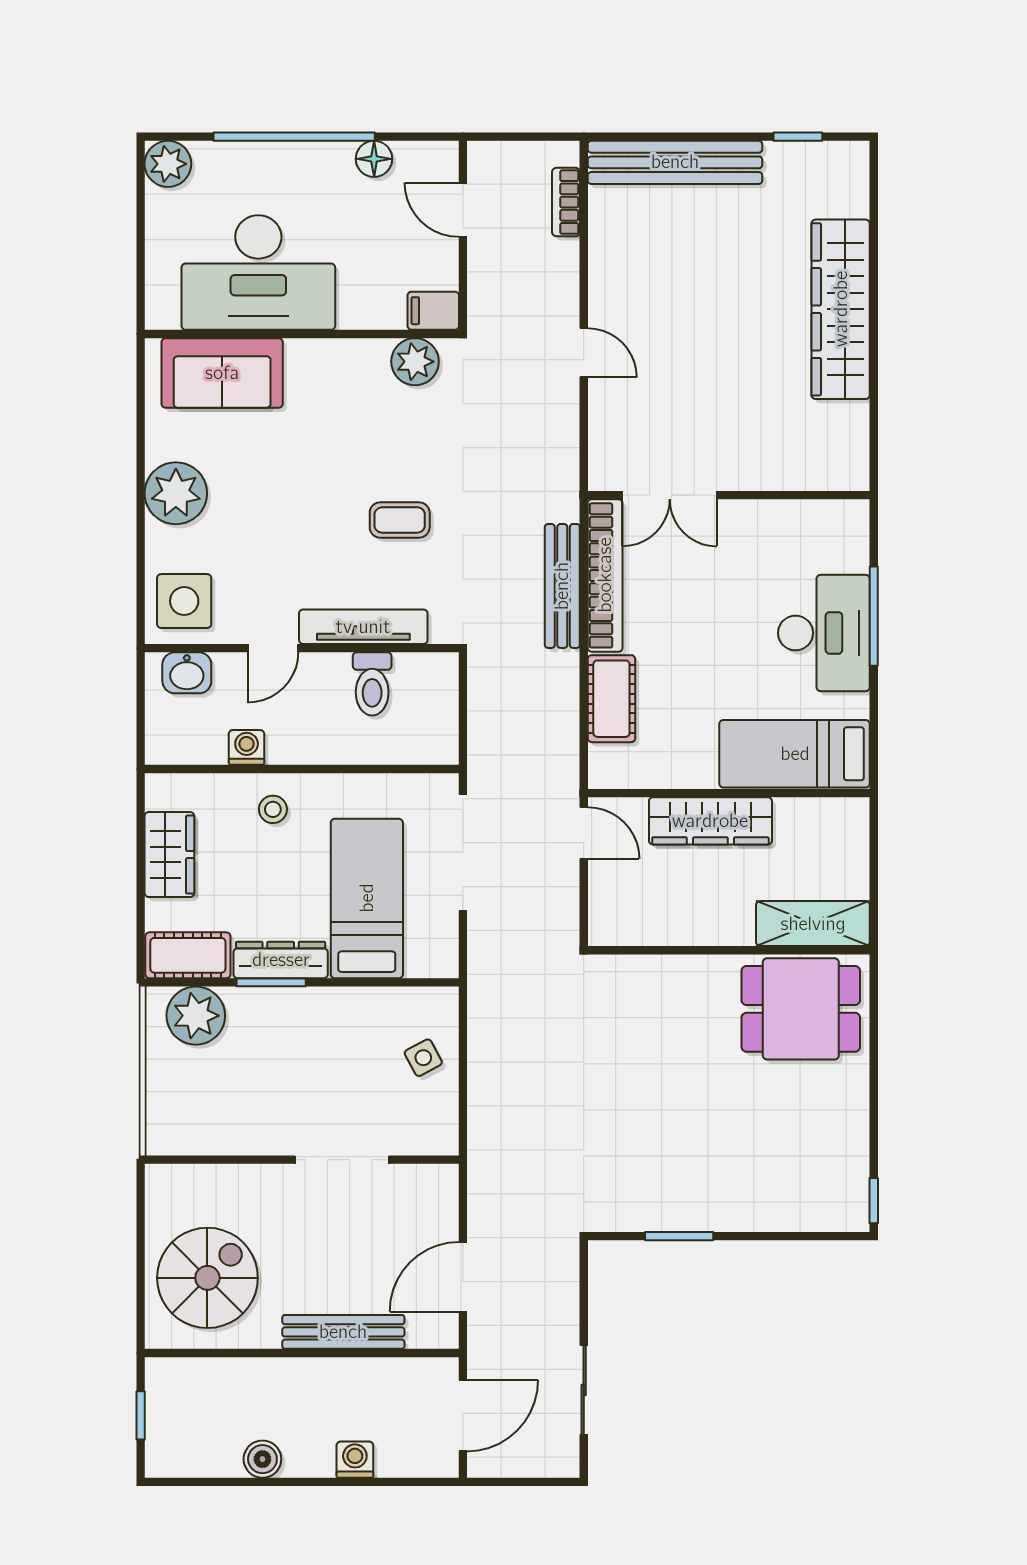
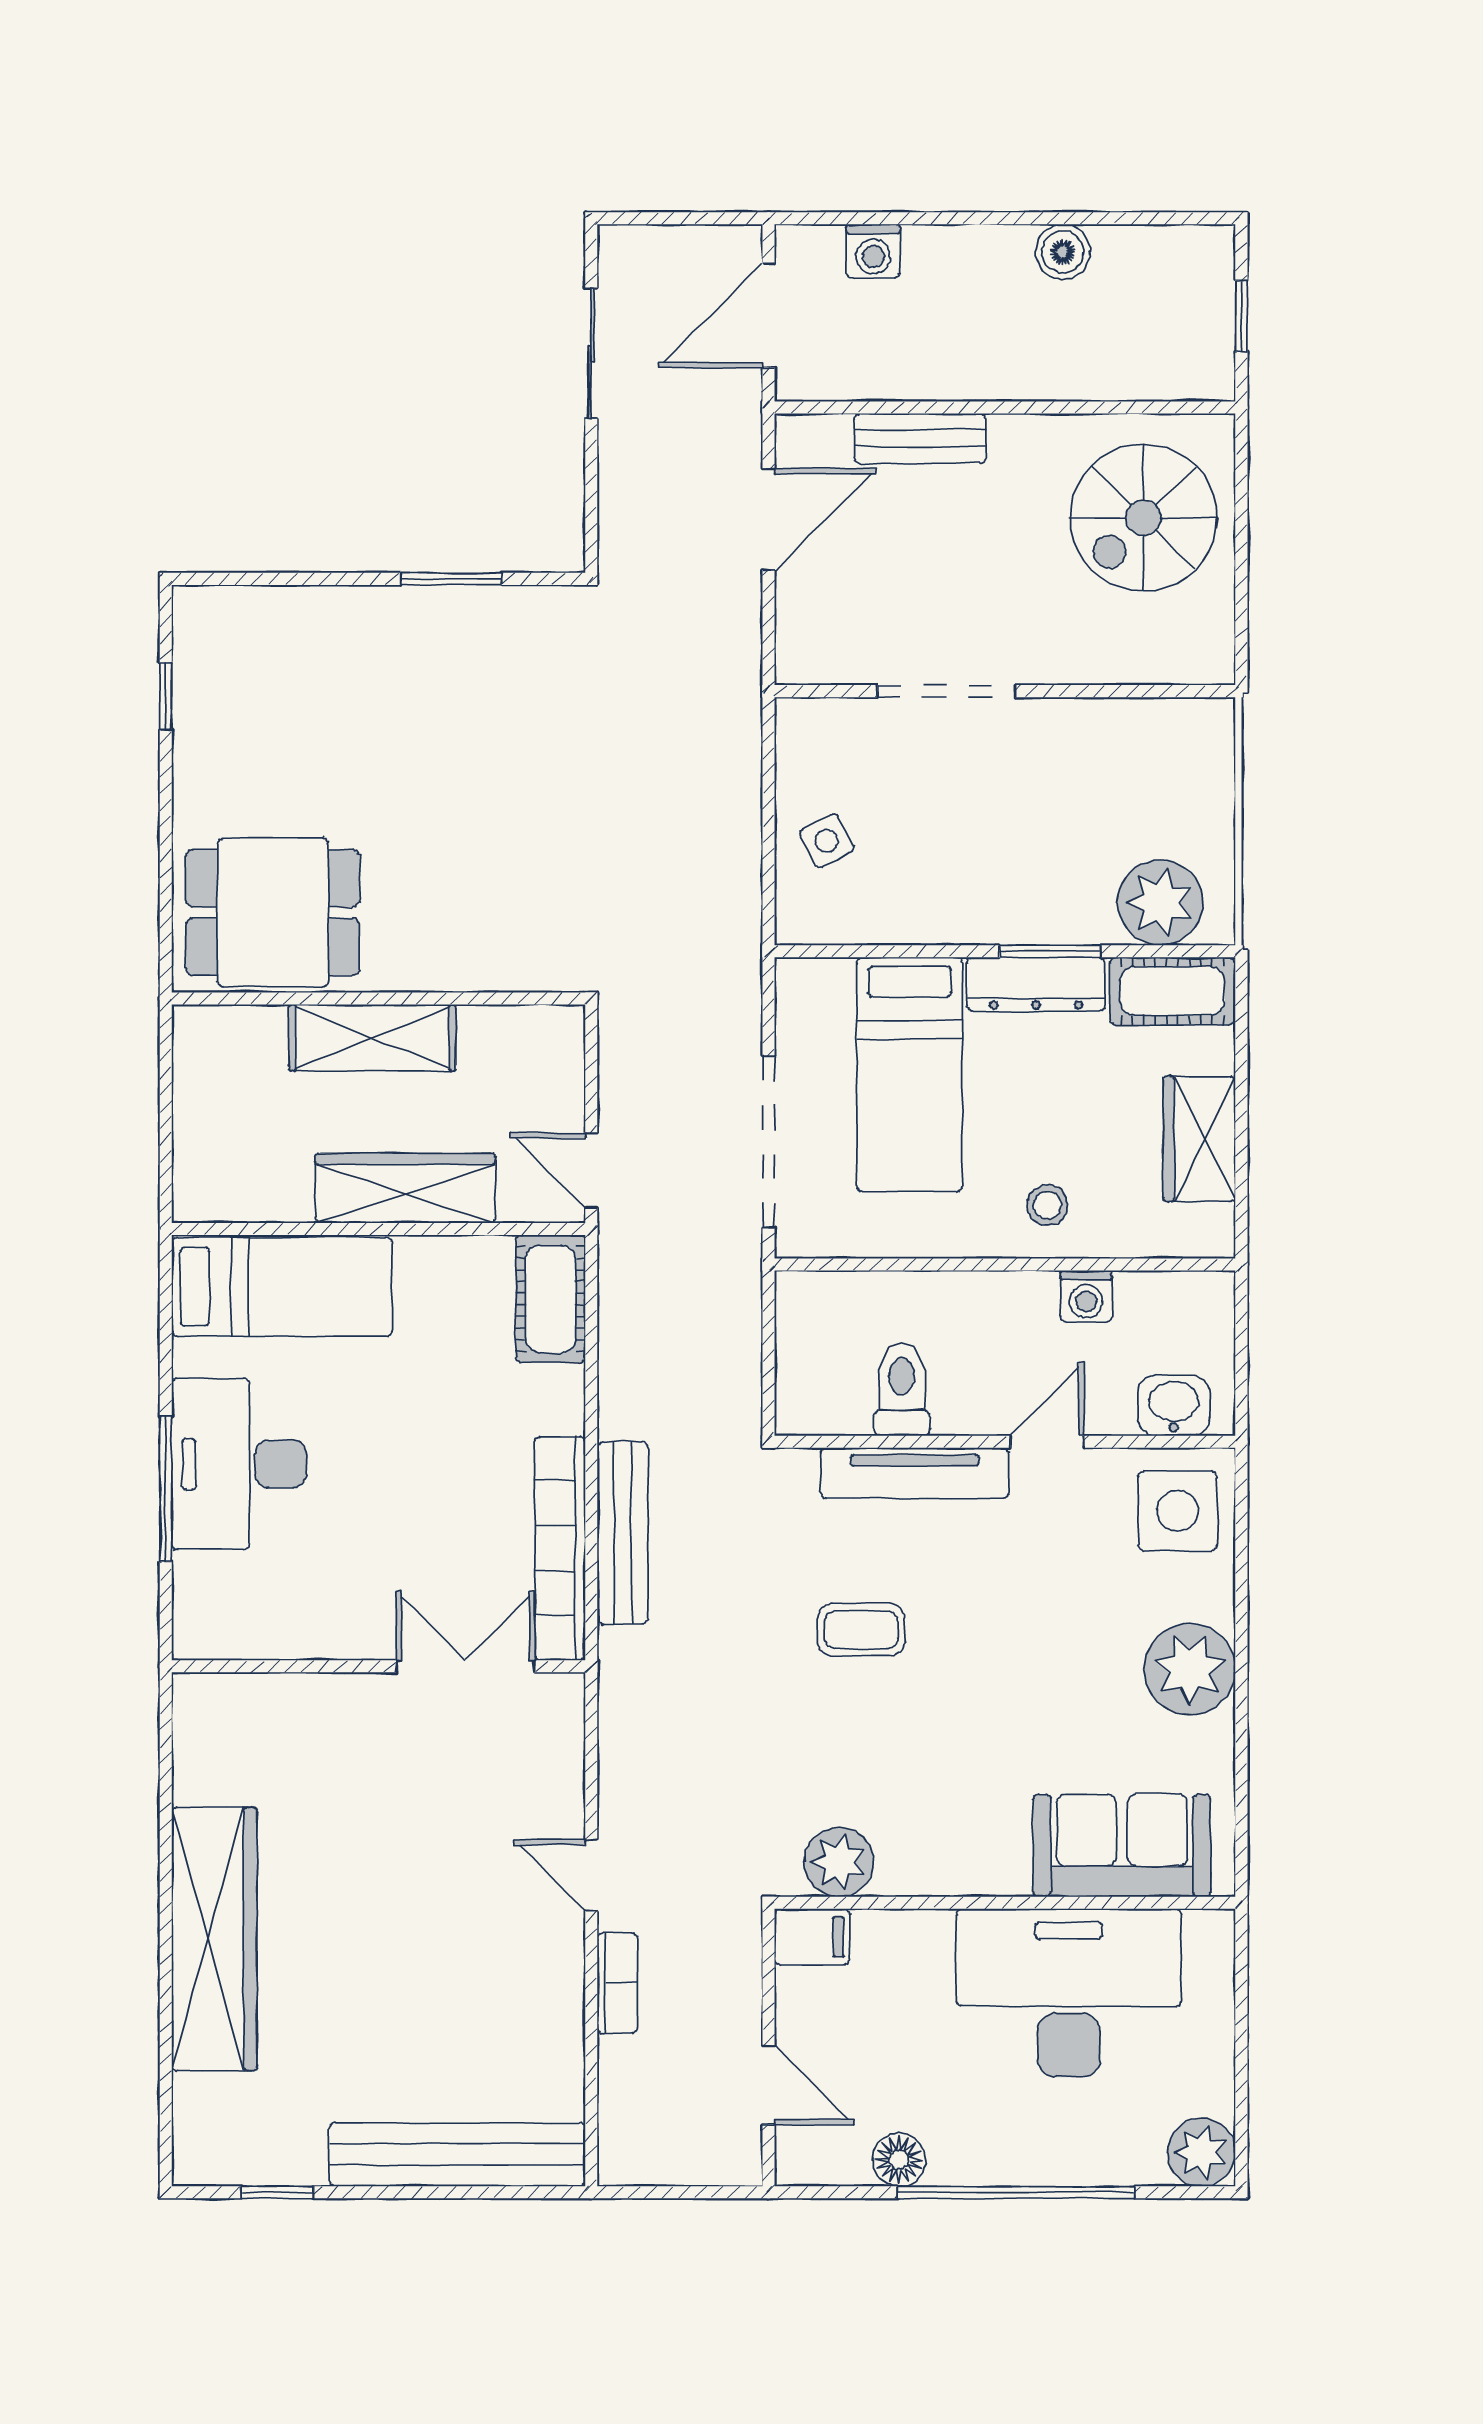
bookcase: (566, 202) -> (617, 1983), moved
cot: (611, 699) -> (551, 1299), moved
shelving: (813, 924) -> (372, 1038), moved
window: (874, 1201) -> (166, 696), moved
bench: (343, 1332) -> (920, 438), width x0.73
washing machine: (355, 1460) -> (873, 251), moved

